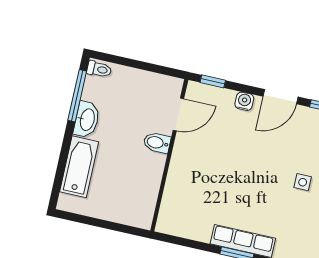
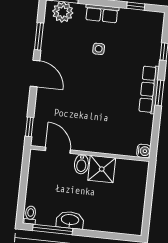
water cooler: (244, 101) -> (144, 151), moved, turned 180
bathtub: (79, 167) -> (107, 222), removed
shower: (148, 168) -> (102, 169), added

